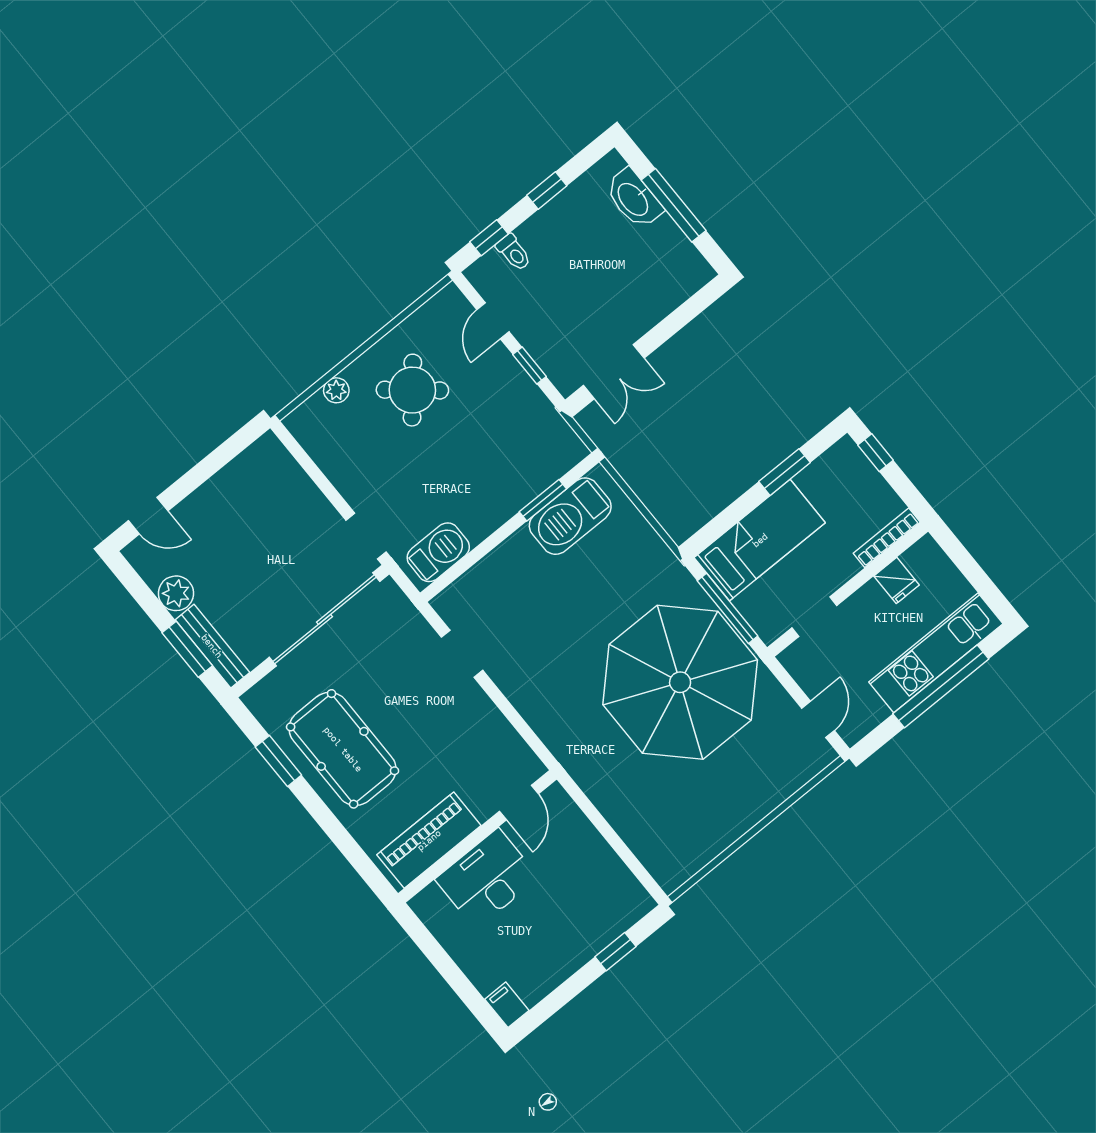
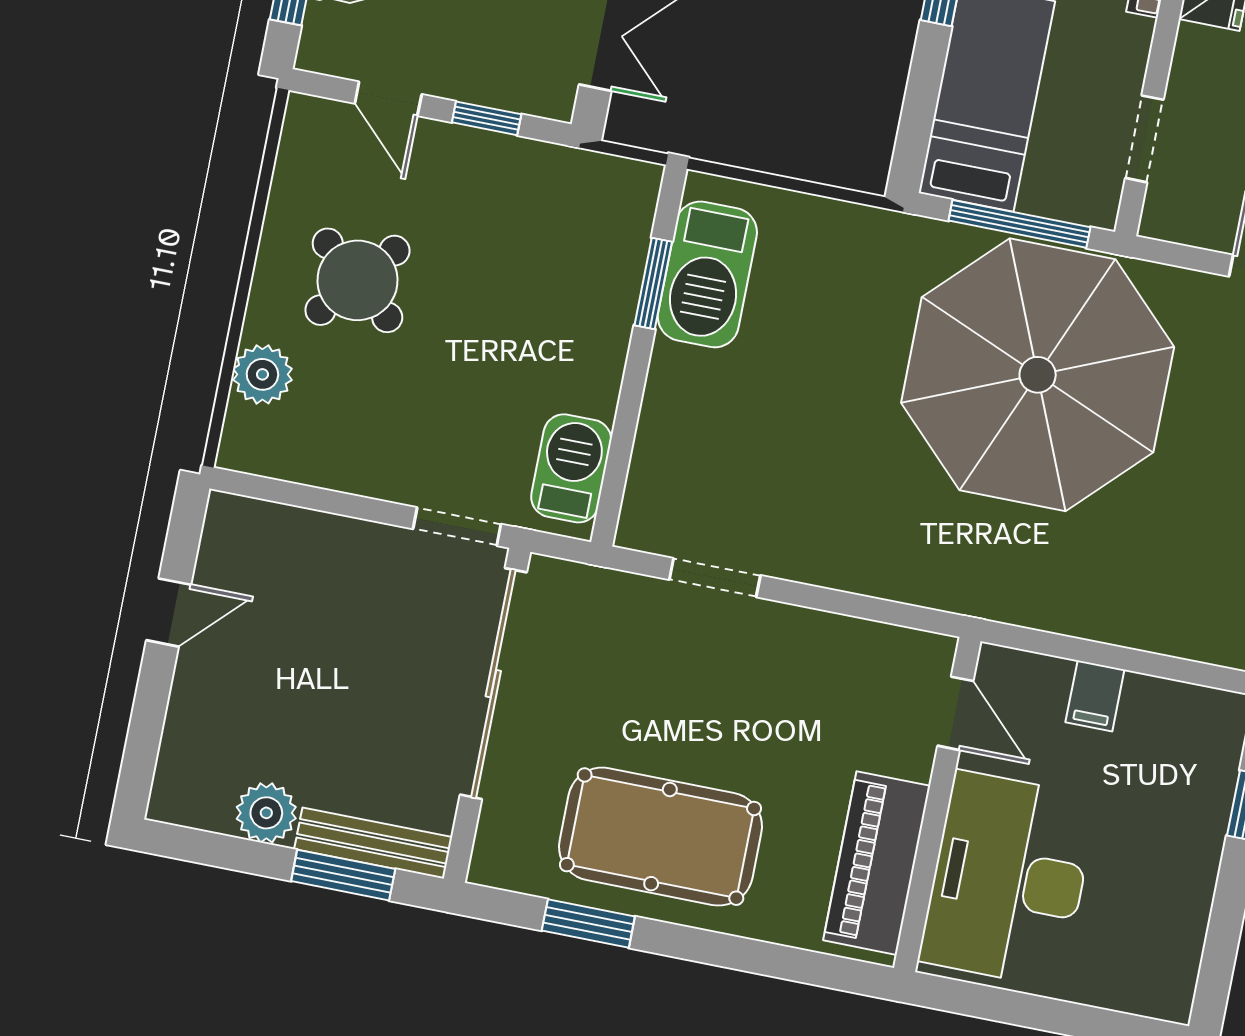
plant: (336, 390) -> (262, 374), width x1.38, depth x1.38
door: (148, 516) -> (169, 612), moved
desk: (487, 879) -> (1008, 879), width x1.36, depth x1.30
filing cabinet: (507, 1005) -> (1095, 696), moved, turned -90

